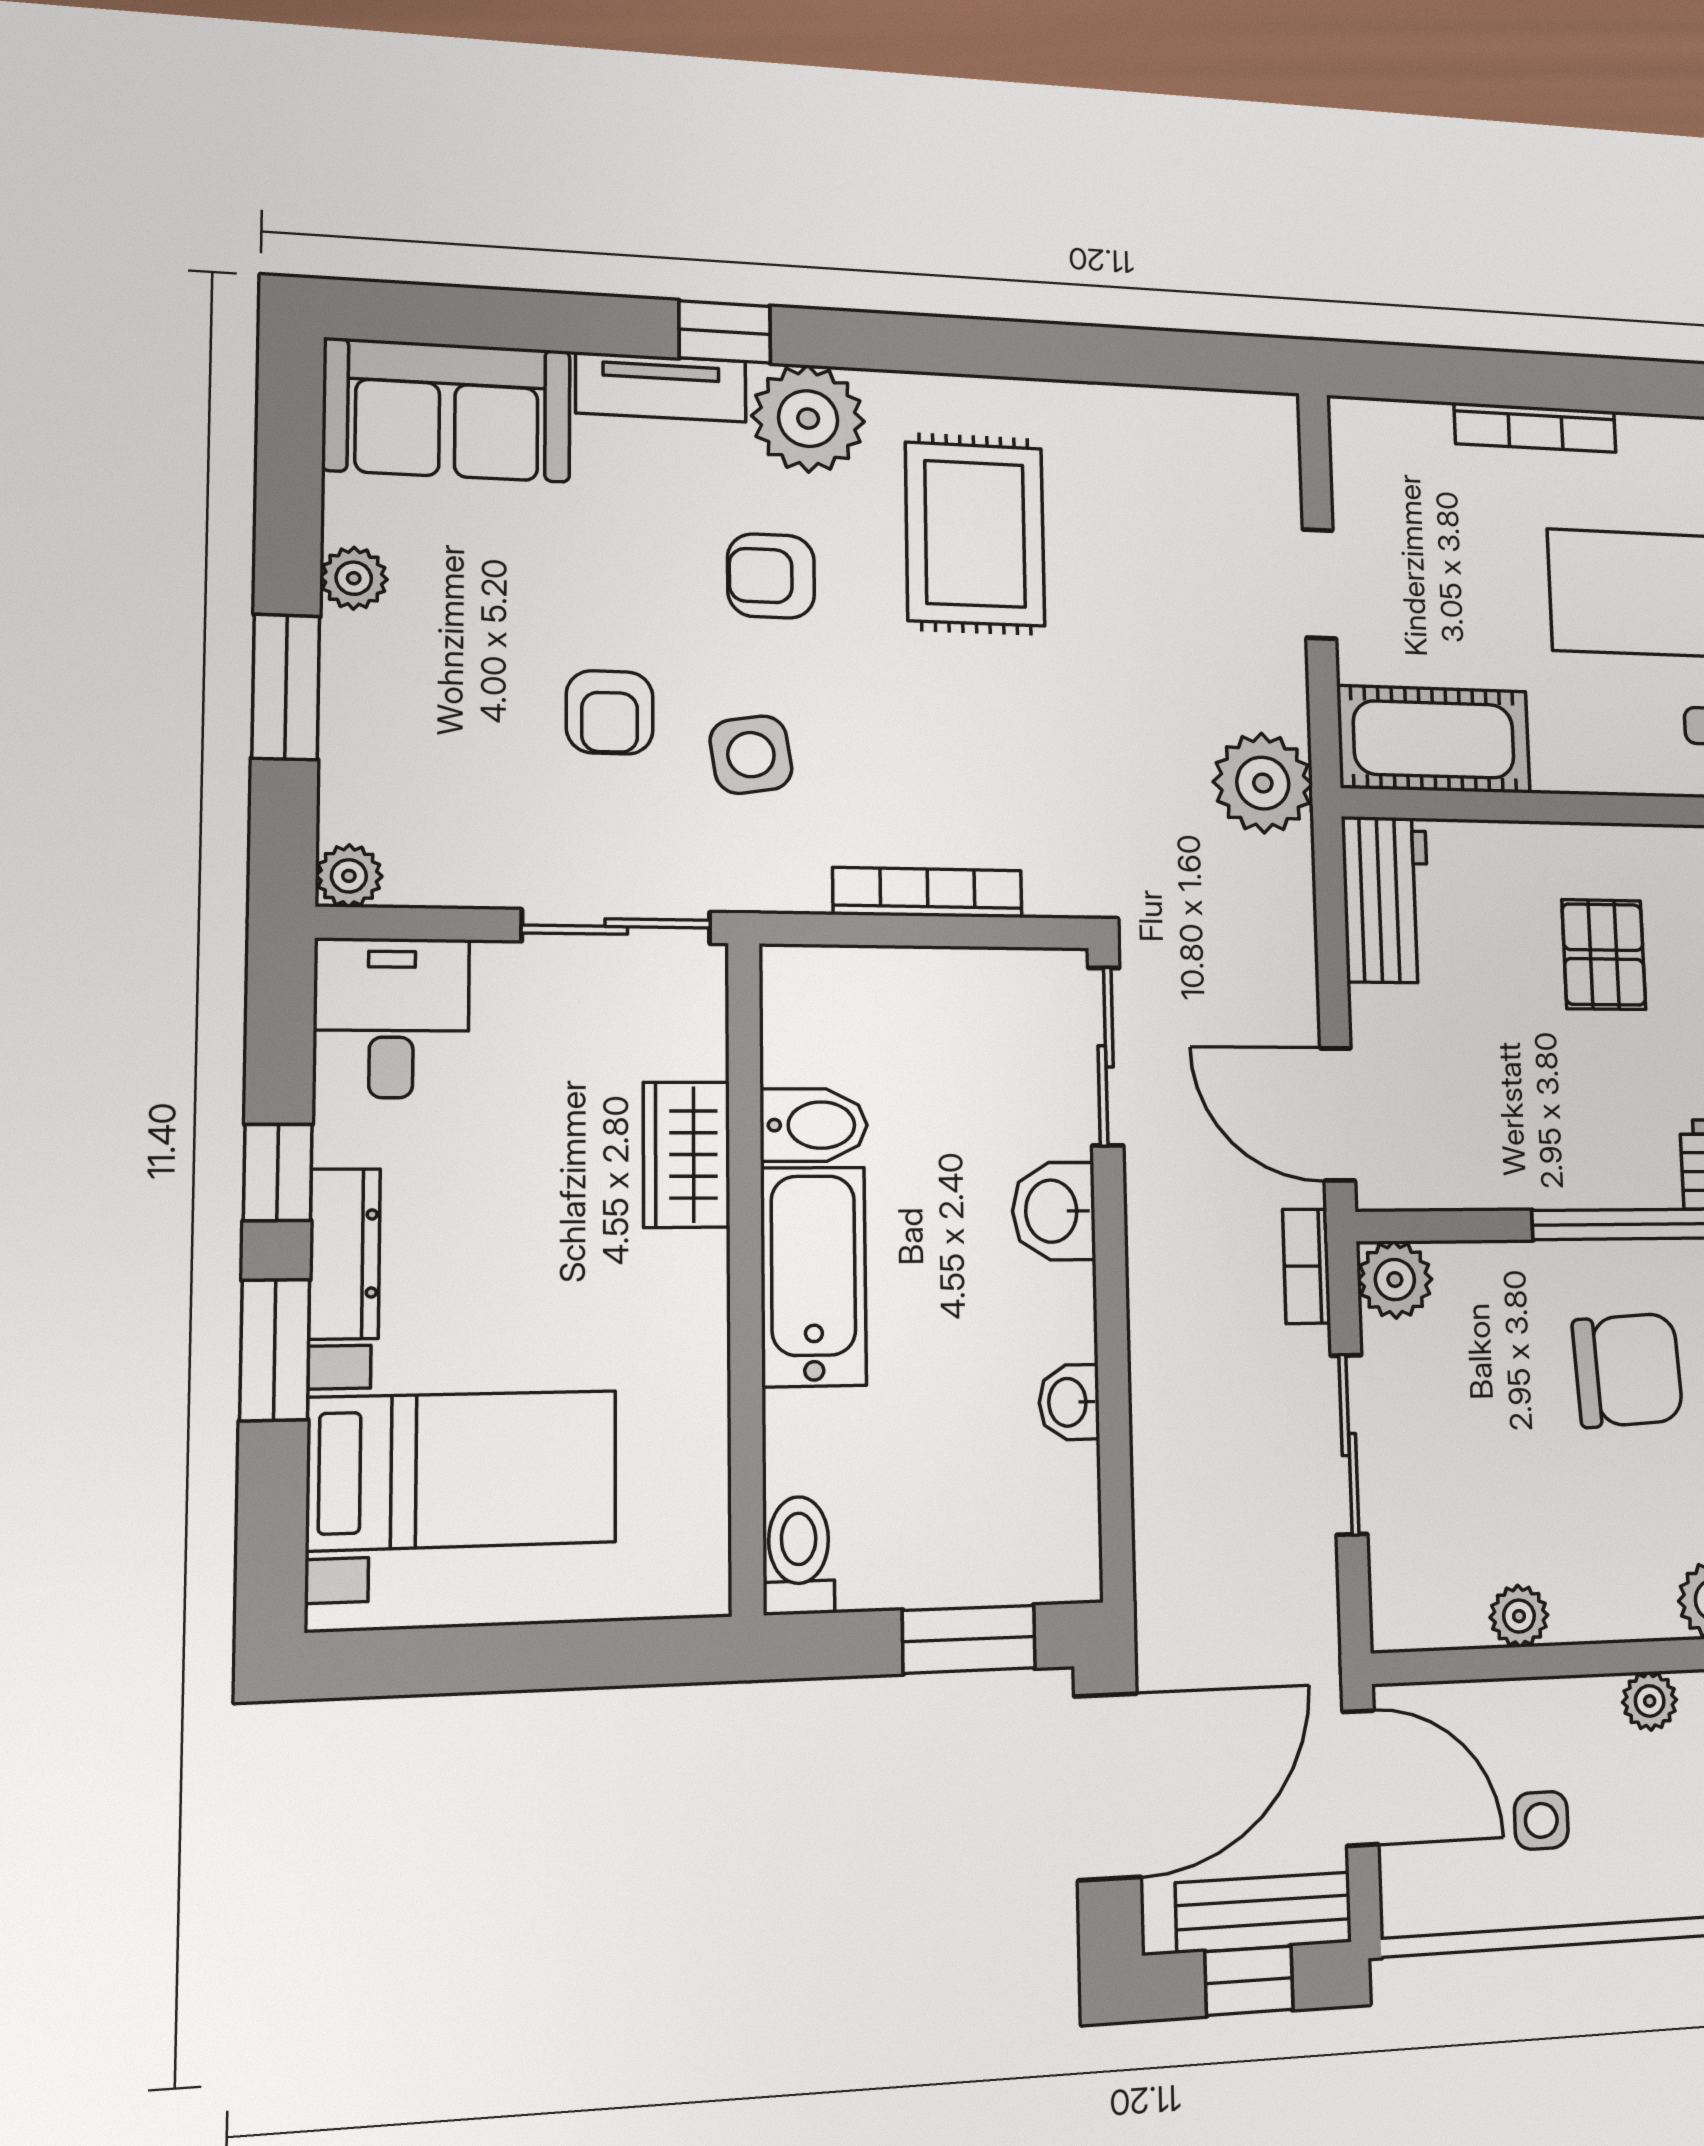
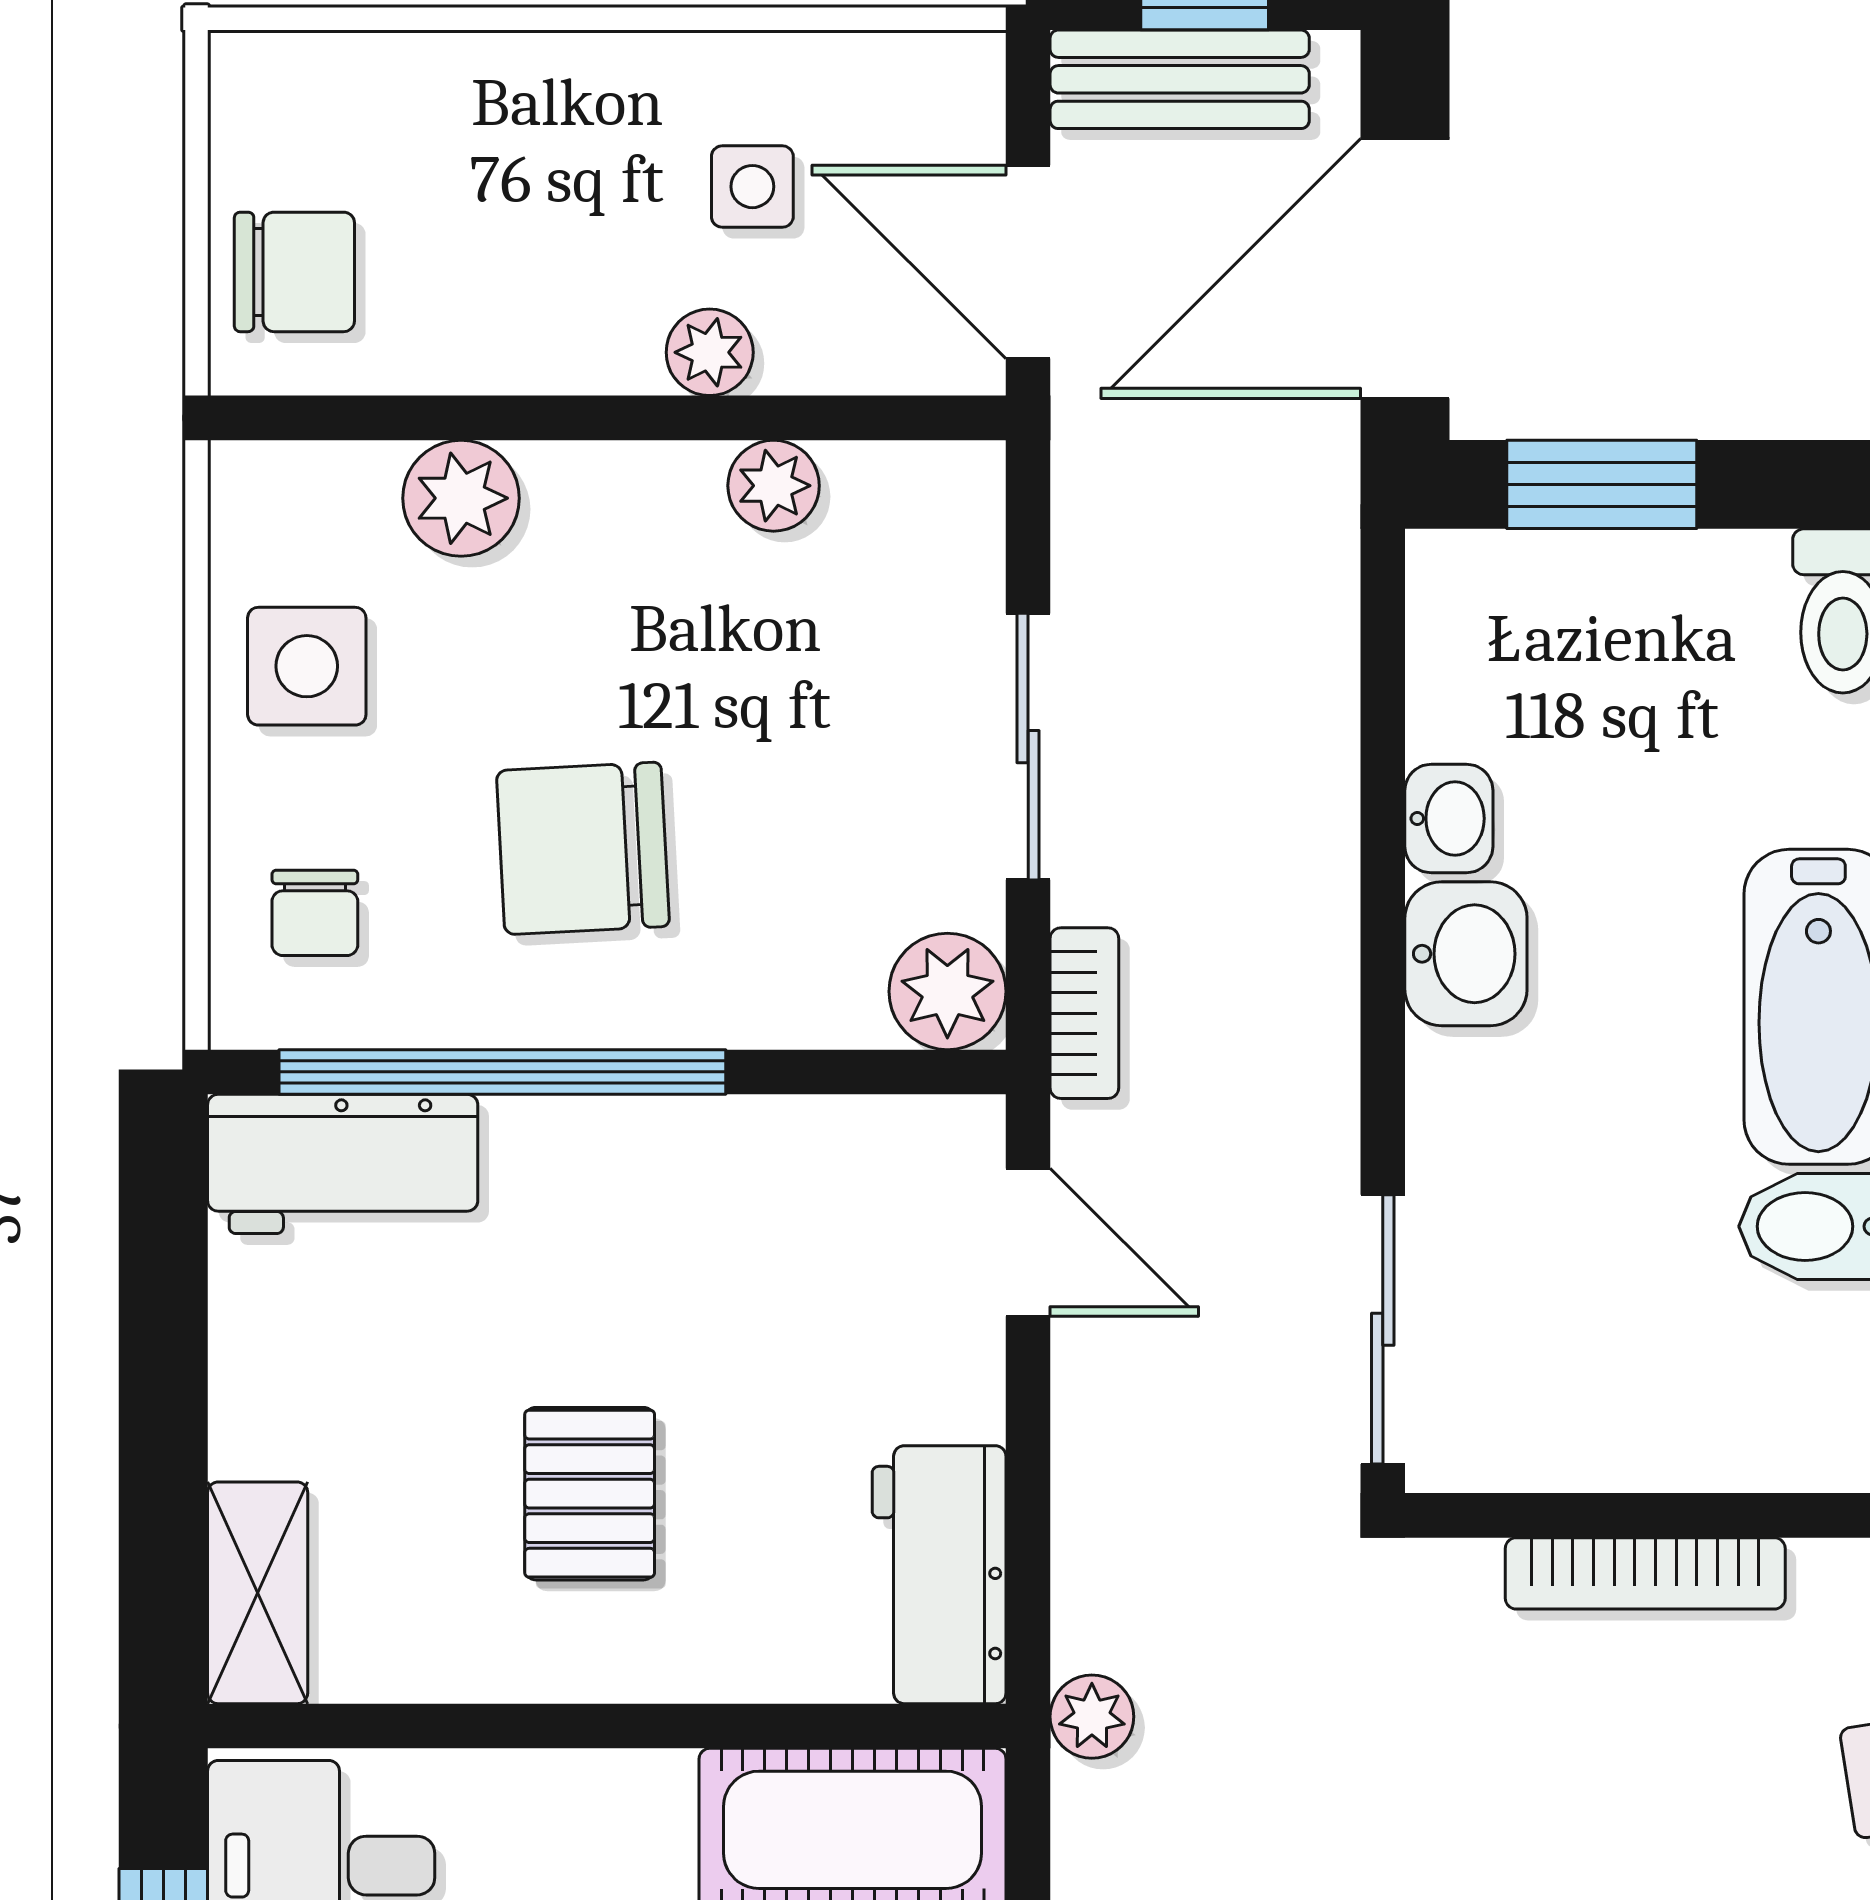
plant: (1263, 783) -> (1092, 1717), width x0.53, depth x0.53
door: (1338, 1114) -> (1028, 1242), width x0.73
washbasin: (1054, 1211) -> (1466, 954), moved
plant: (1650, 1701) -> (710, 352), moved

